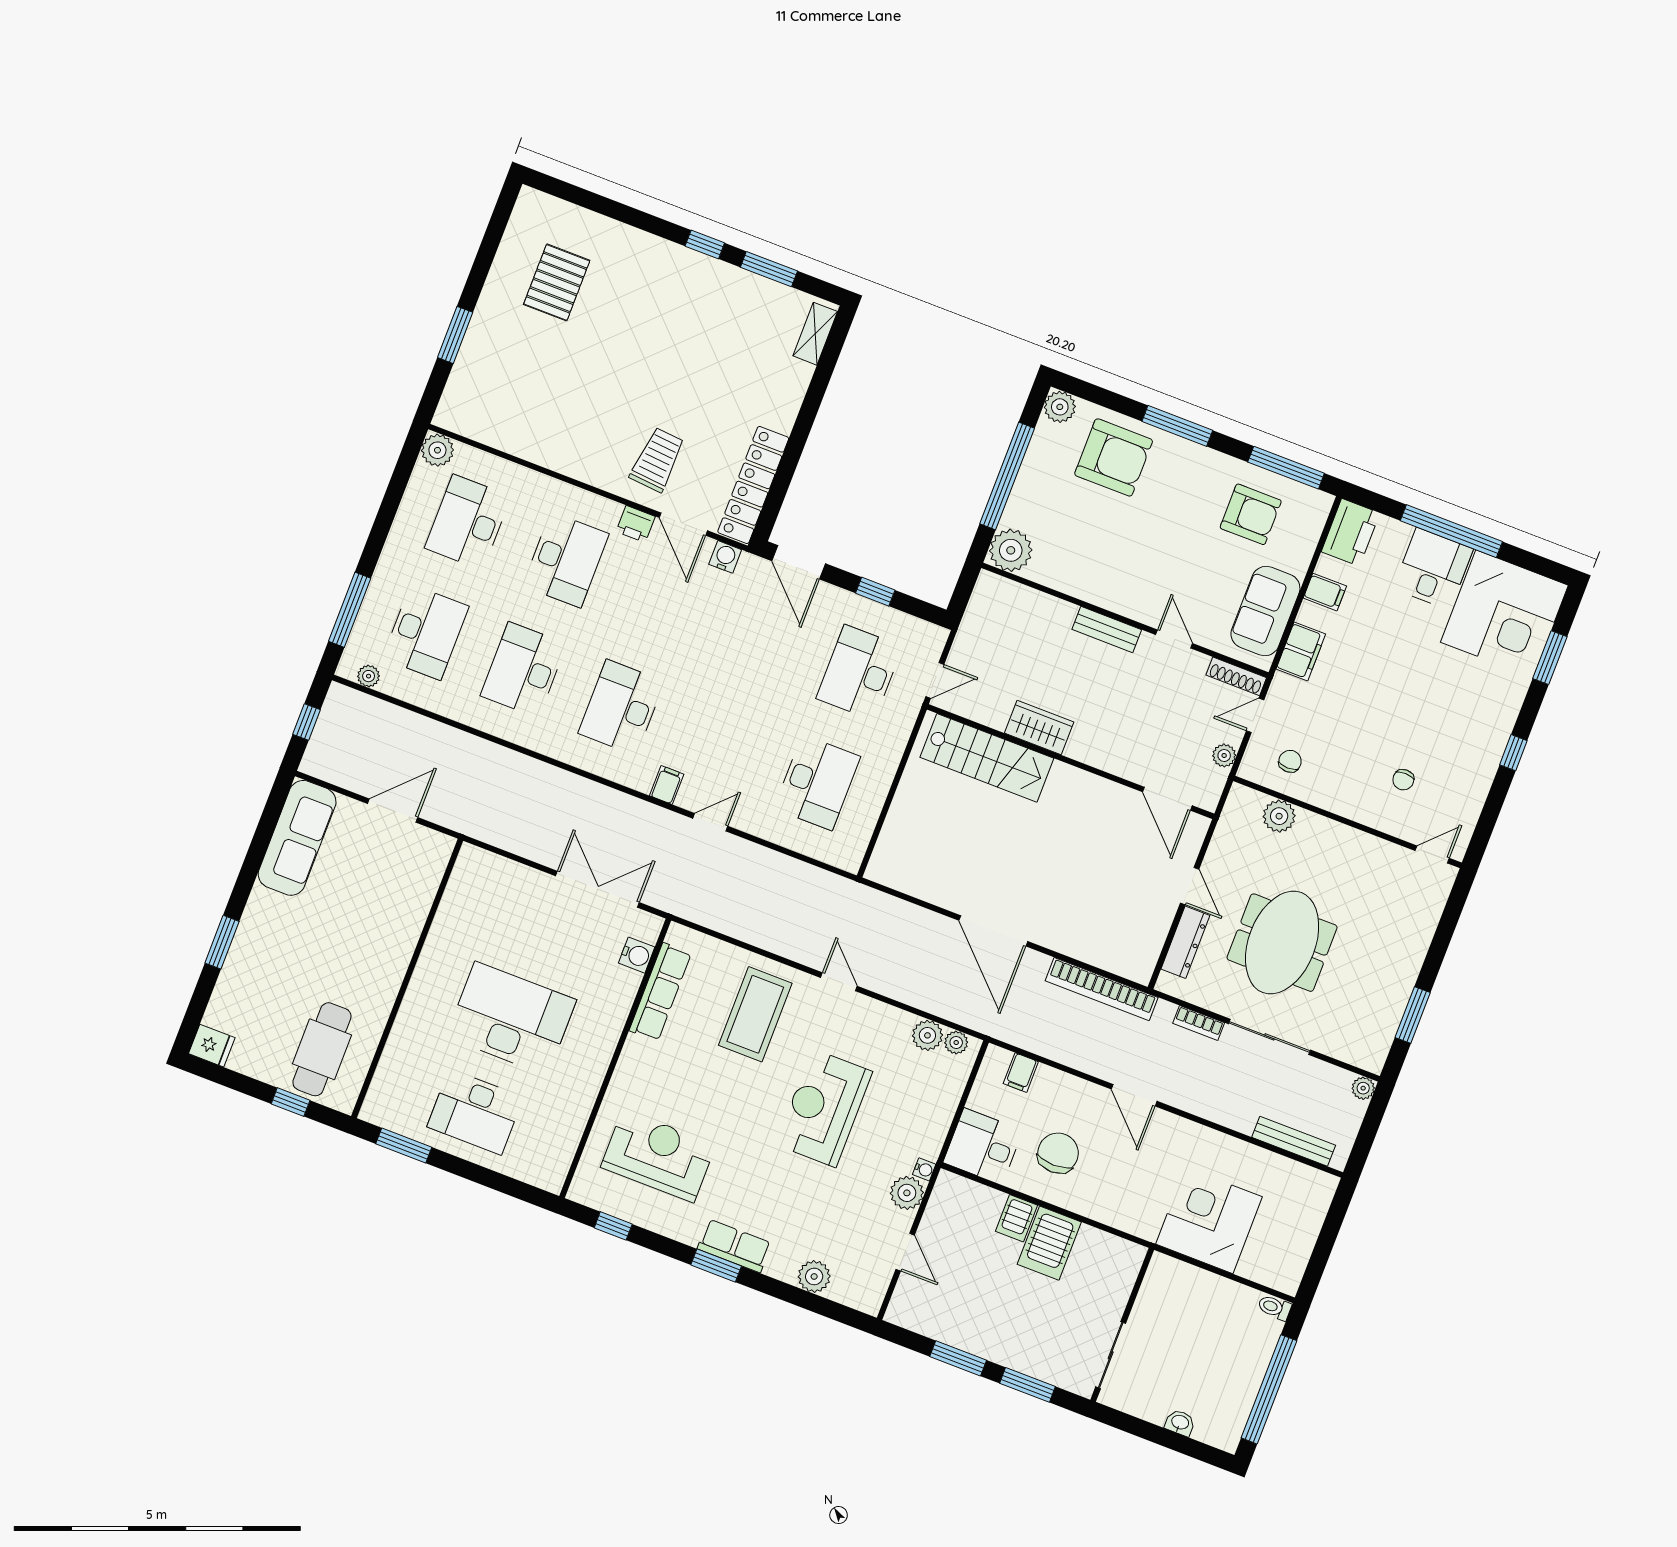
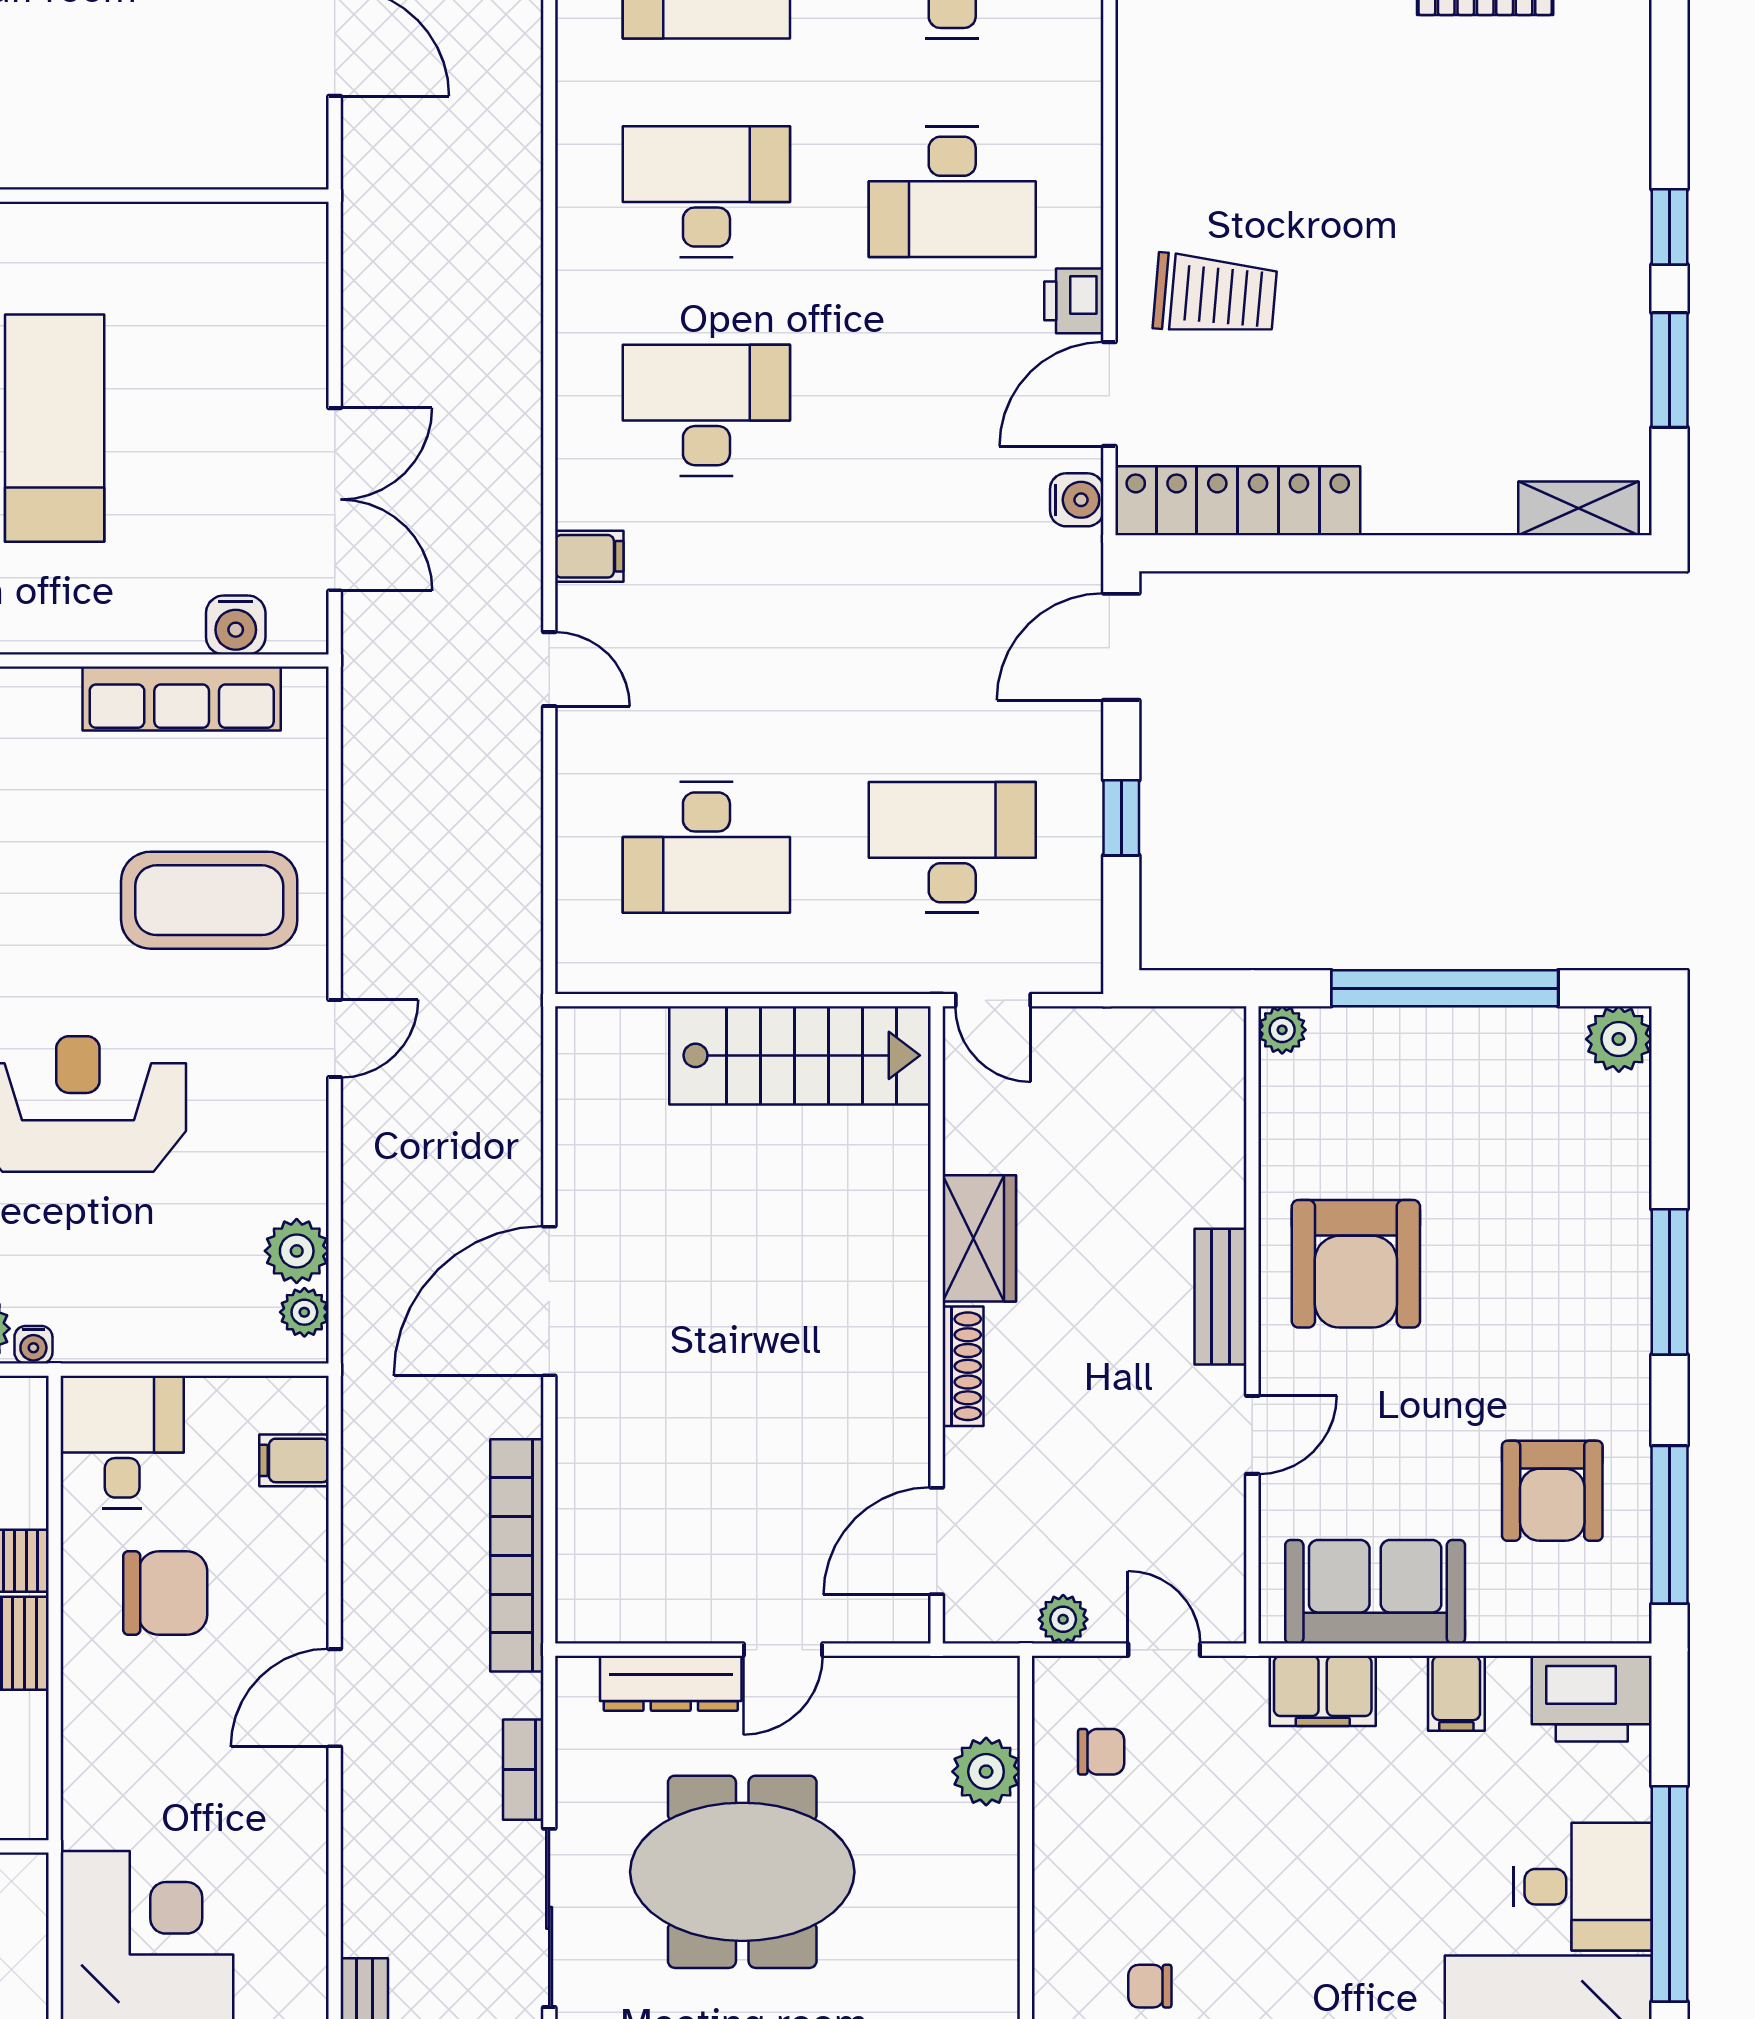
armchair: (1114, 457) -> (1356, 1264), moved
plant: (1011, 550) -> (1282, 1030), width x0.53, depth x0.53
shoe rack: (1236, 676) -> (963, 1366), moved, turned 180
stairs: (987, 758) -> (800, 1055), moved, turned -90

